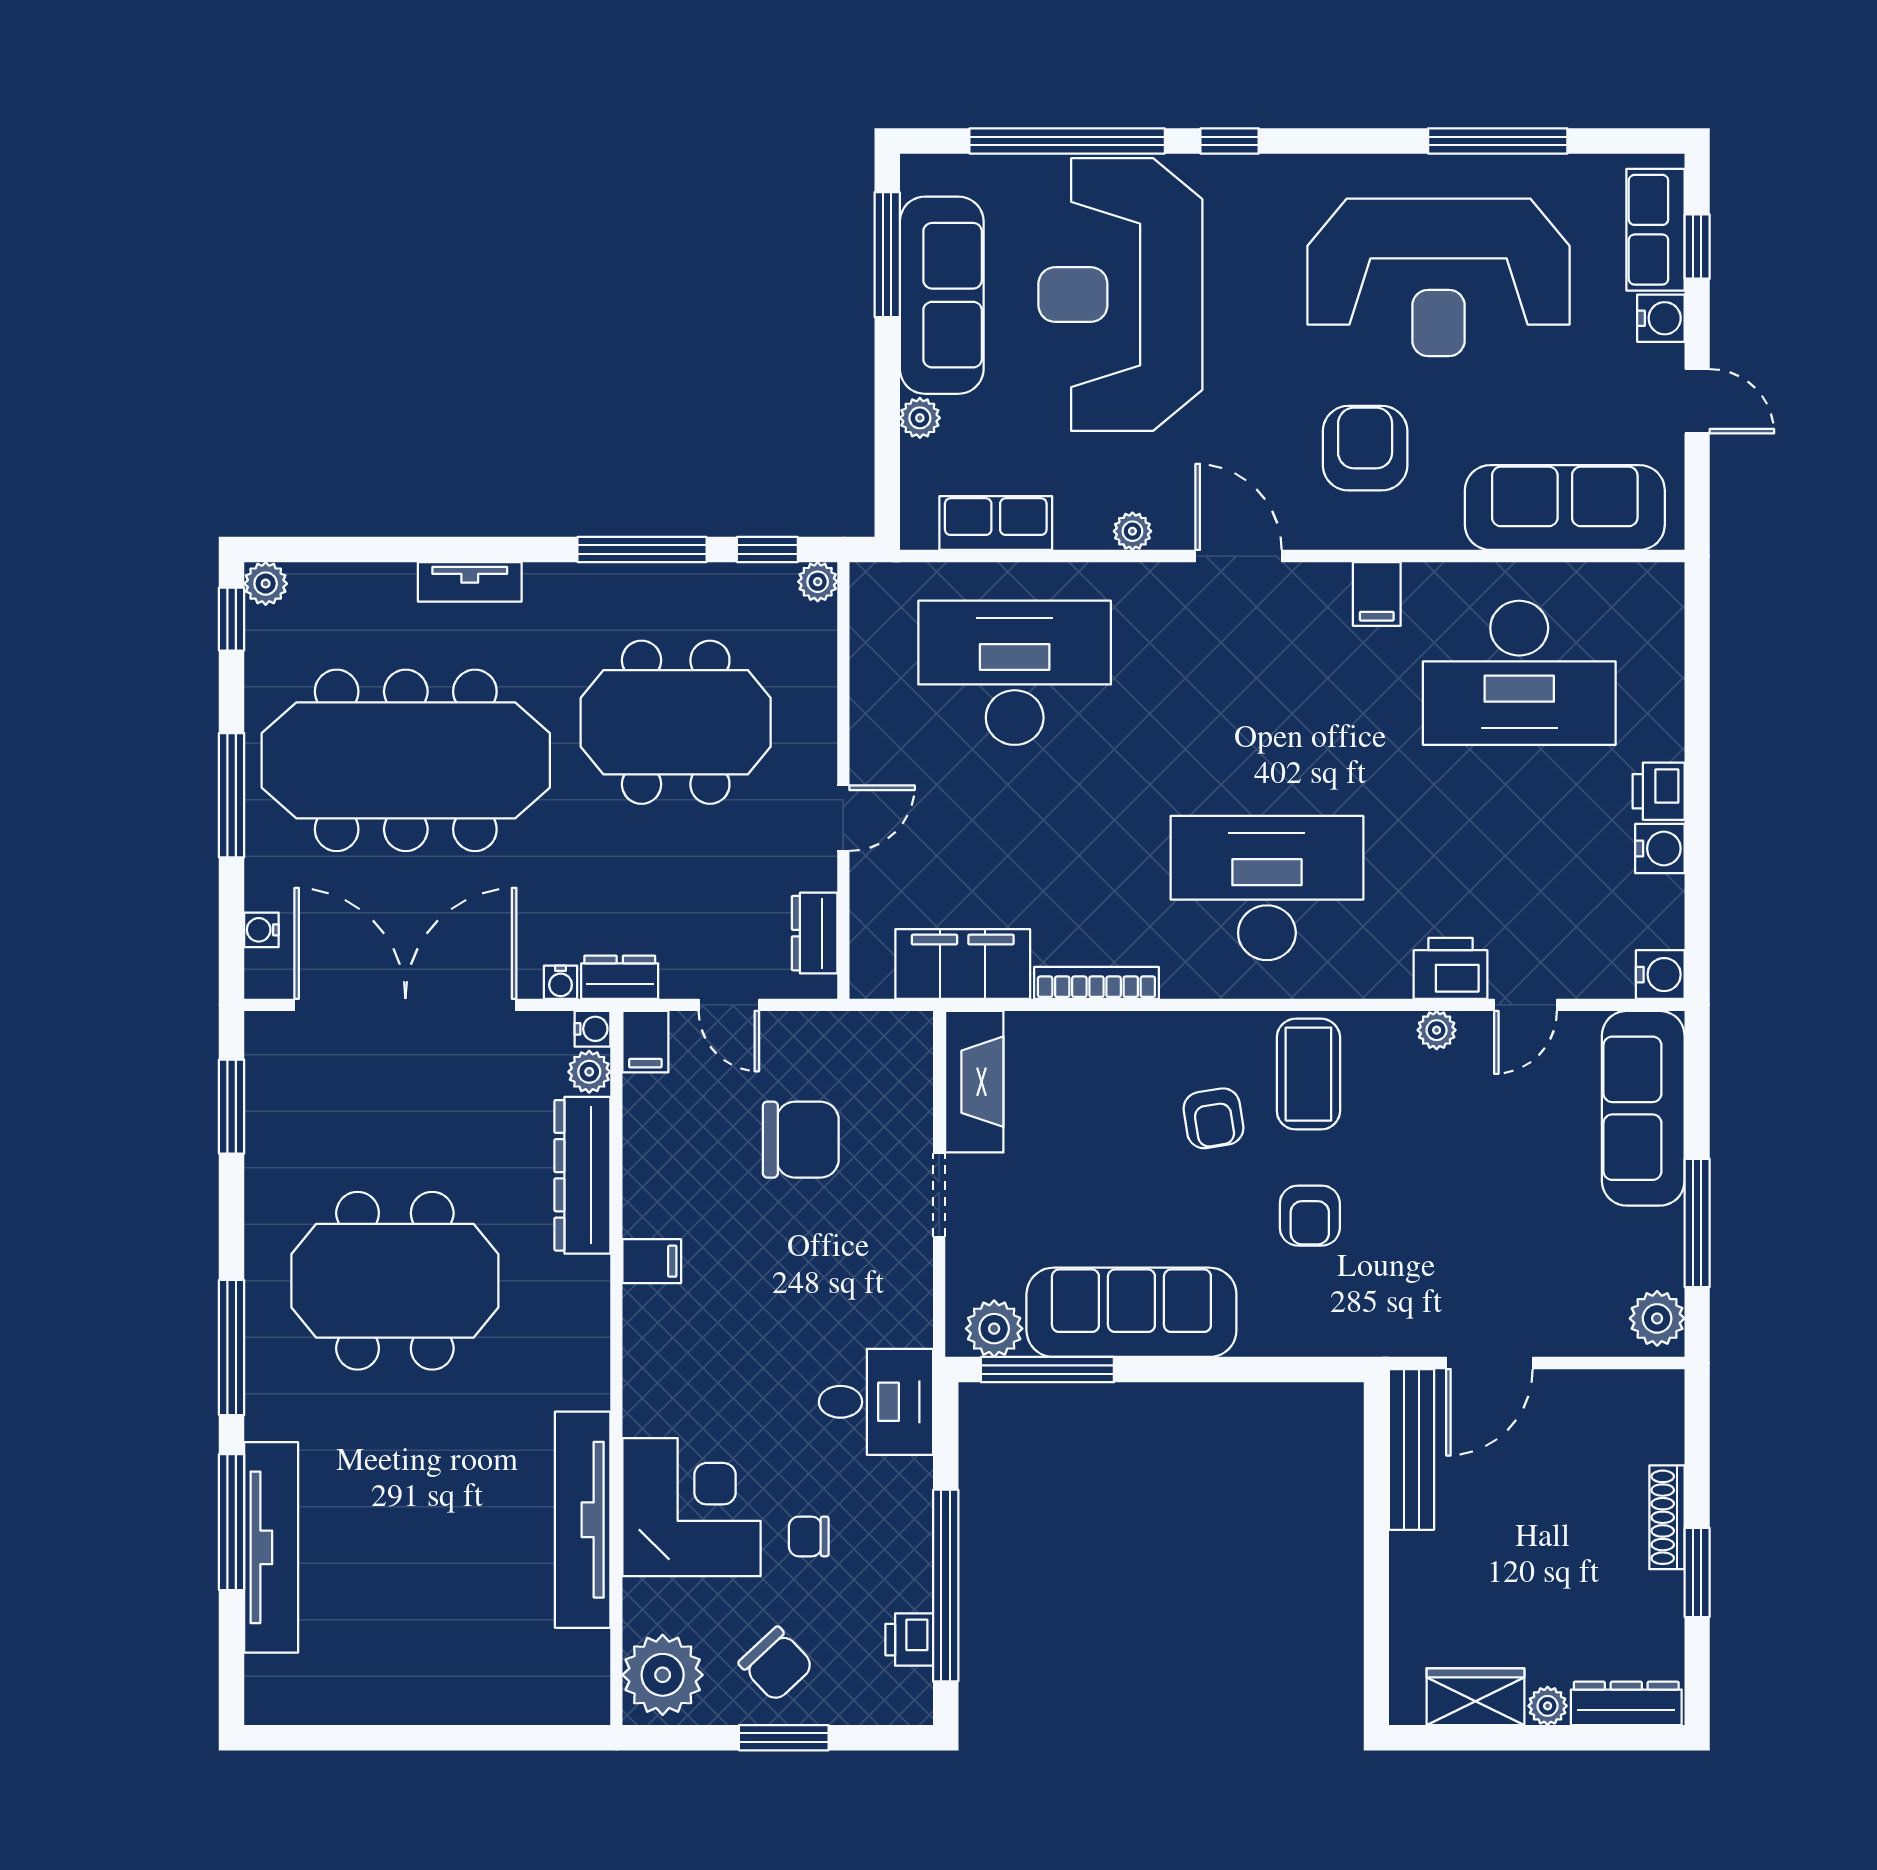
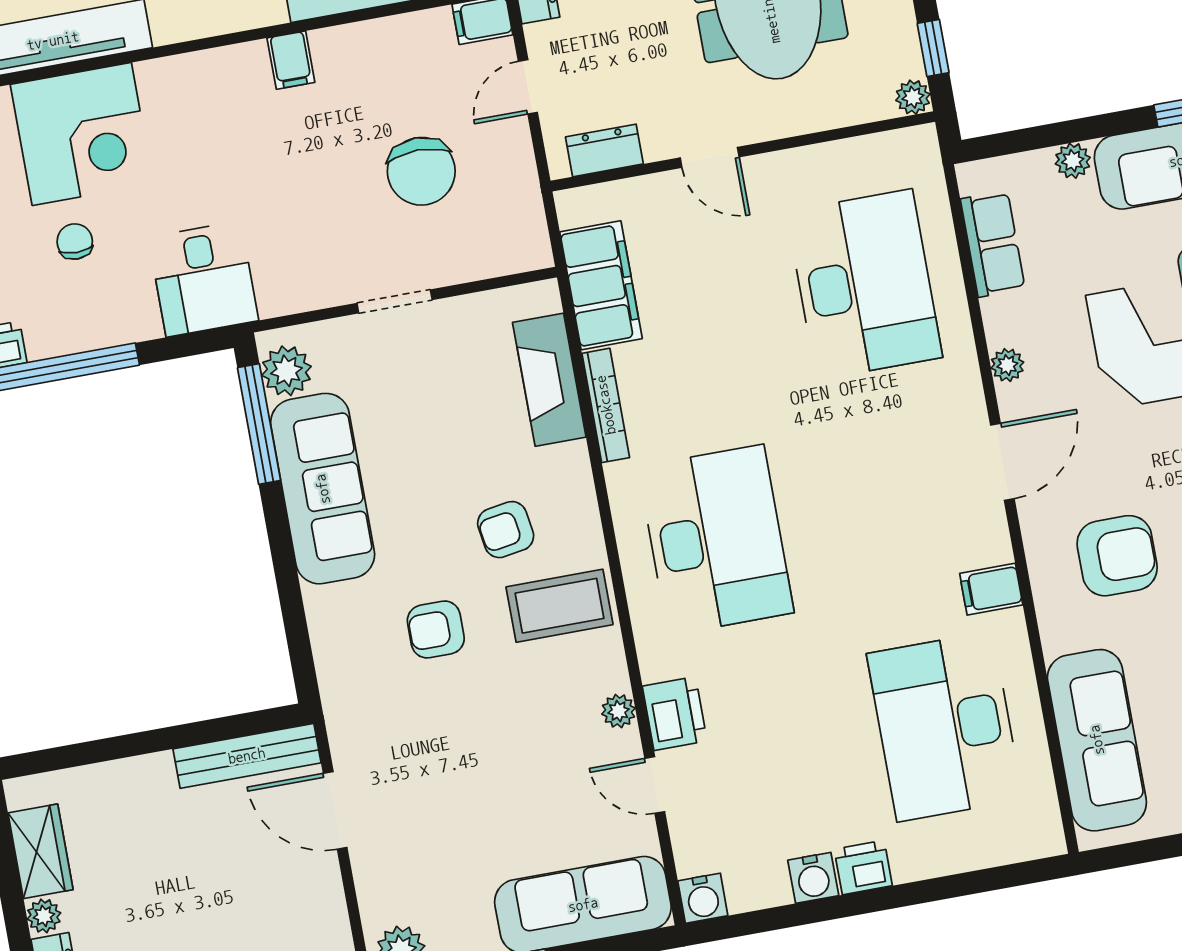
fireplace: (974, 1082) -> (549, 380), moved, turned 90

